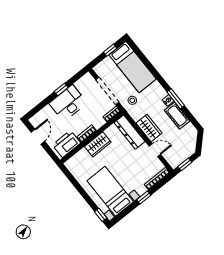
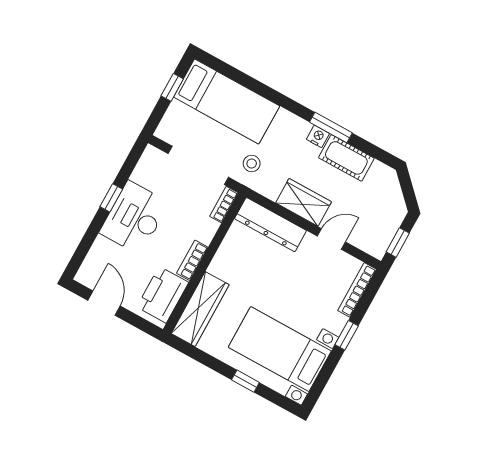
wardrobe: (98, 144) -> (200, 309), moved, width x1.50
window: (101, 215) -> (245, 381), moved

